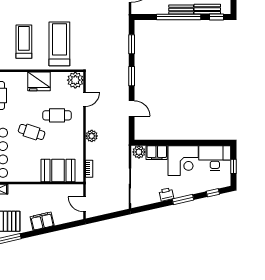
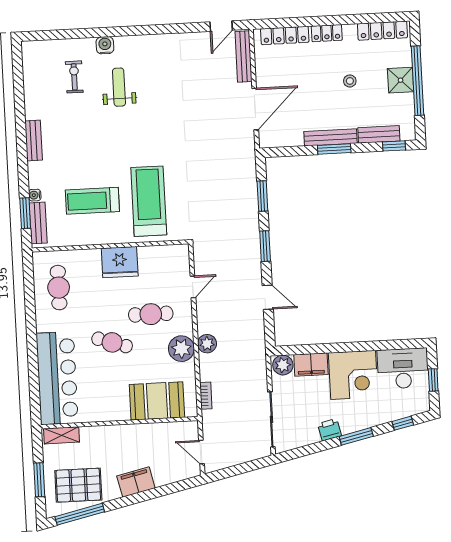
bench: (181, 9) -> (331, 137), width x1.36
window: (179, 17) -> (334, 149), width x0.47
treadmill: (24, 42) -> (92, 201), turned -90
plant: (75, 80) -> (181, 349), moved

